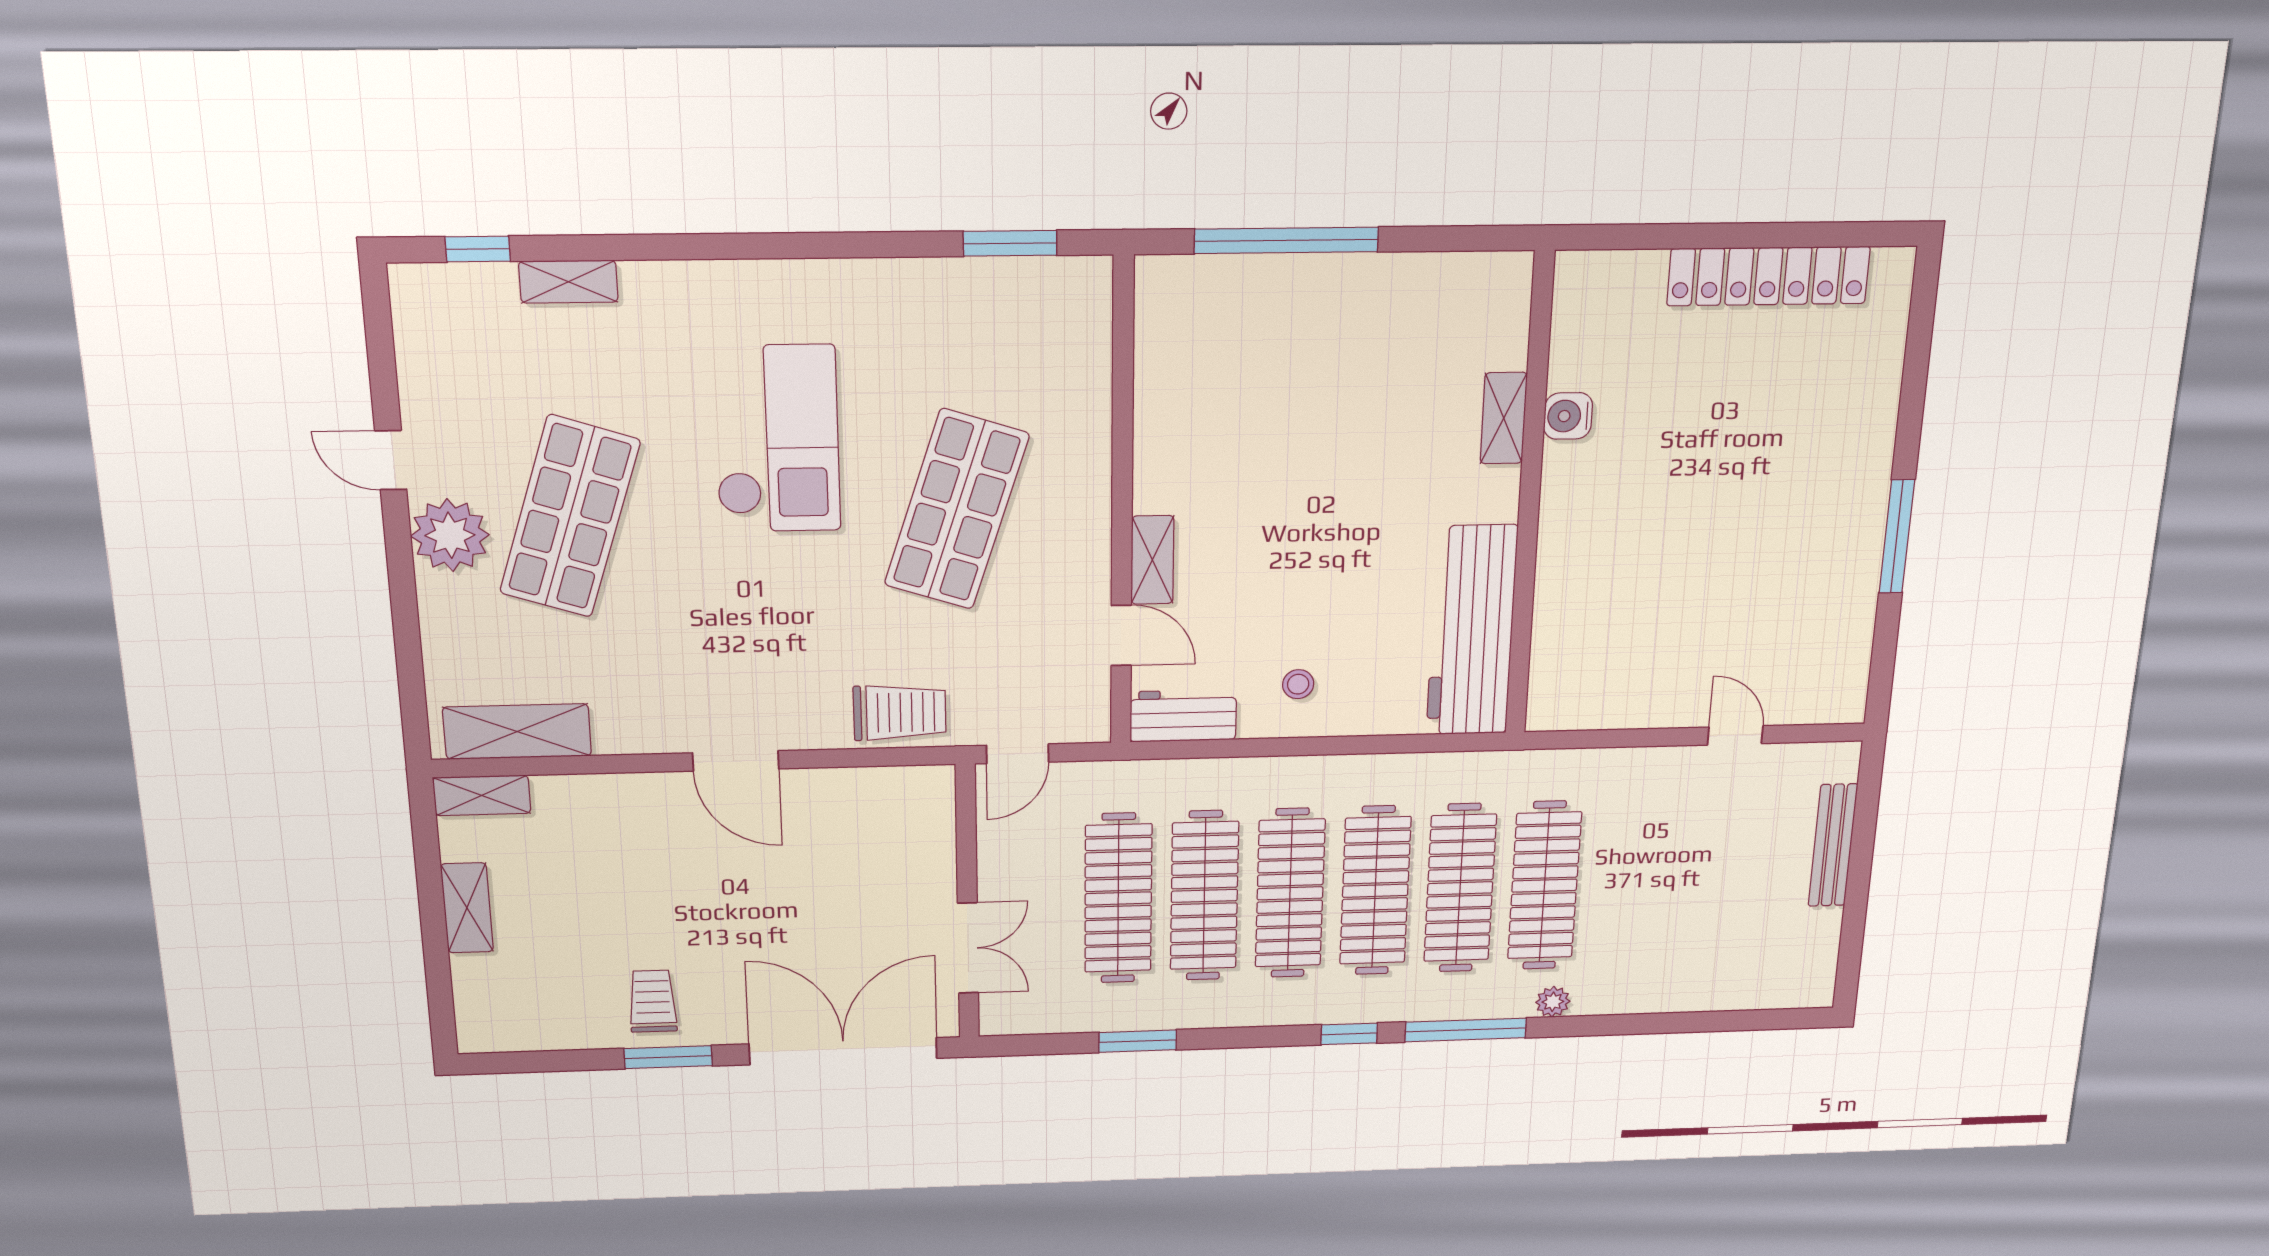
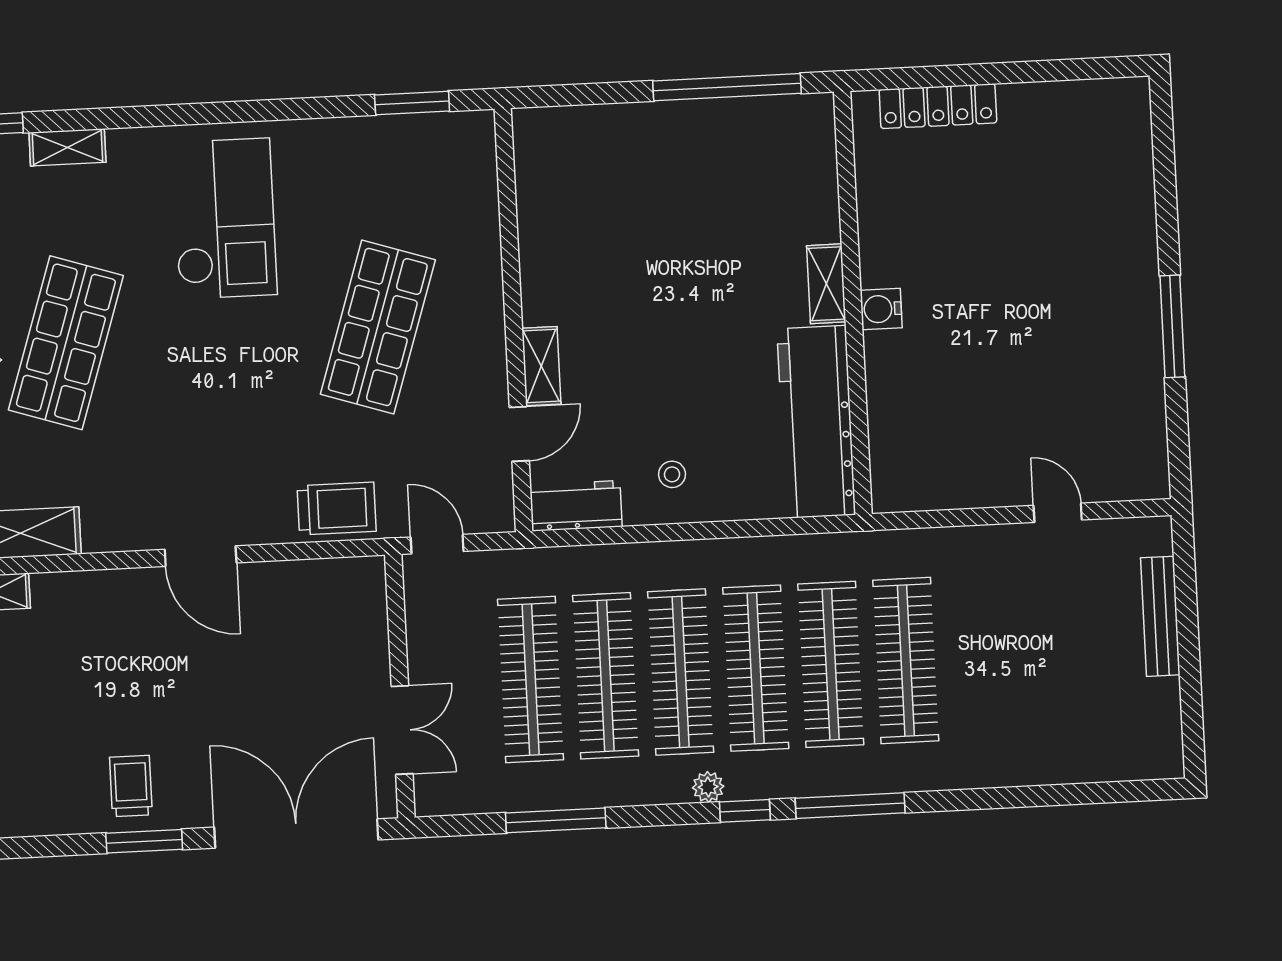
window: (1286, 240) -> (727, 87), moved
locker: (1768, 276) -> (938, 106), moved, width x0.71, depth x0.83
water cooler: (1568, 416) -> (881, 309), moved
shelving: (1504, 418) -> (826, 284), moved
checkout: (777, 439) -> (224, 219), moved
door: (1121, 635) -> (519, 434), hinge flipped
door: (1018, 754) -> (437, 544), swing flipped
plant: (1553, 1002) -> (708, 787), moved
window: (1138, 1041) -> (556, 820), width x1.44

